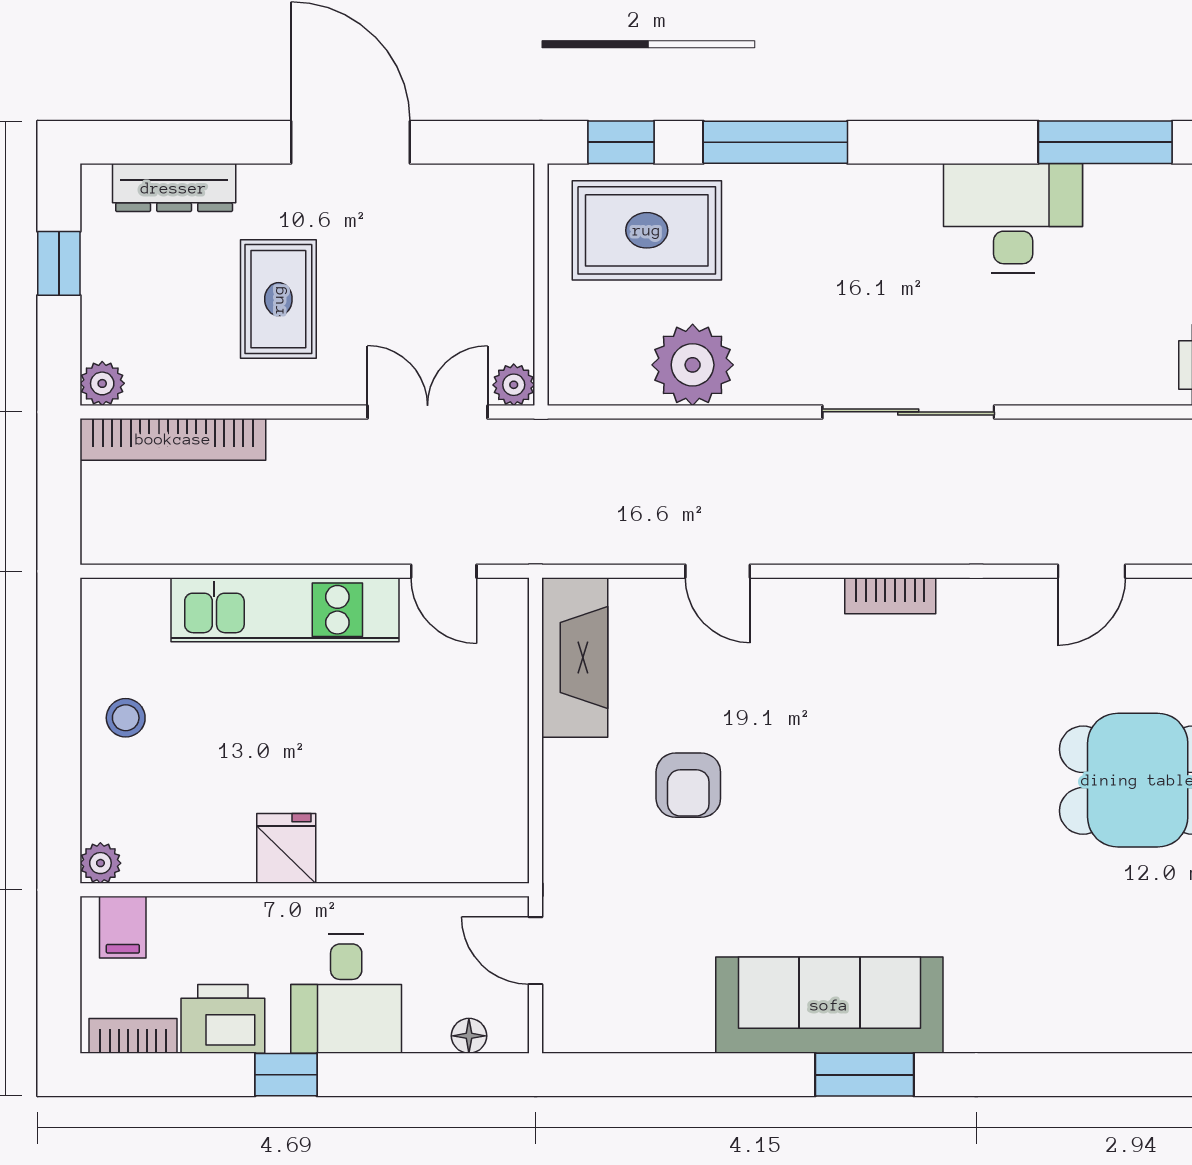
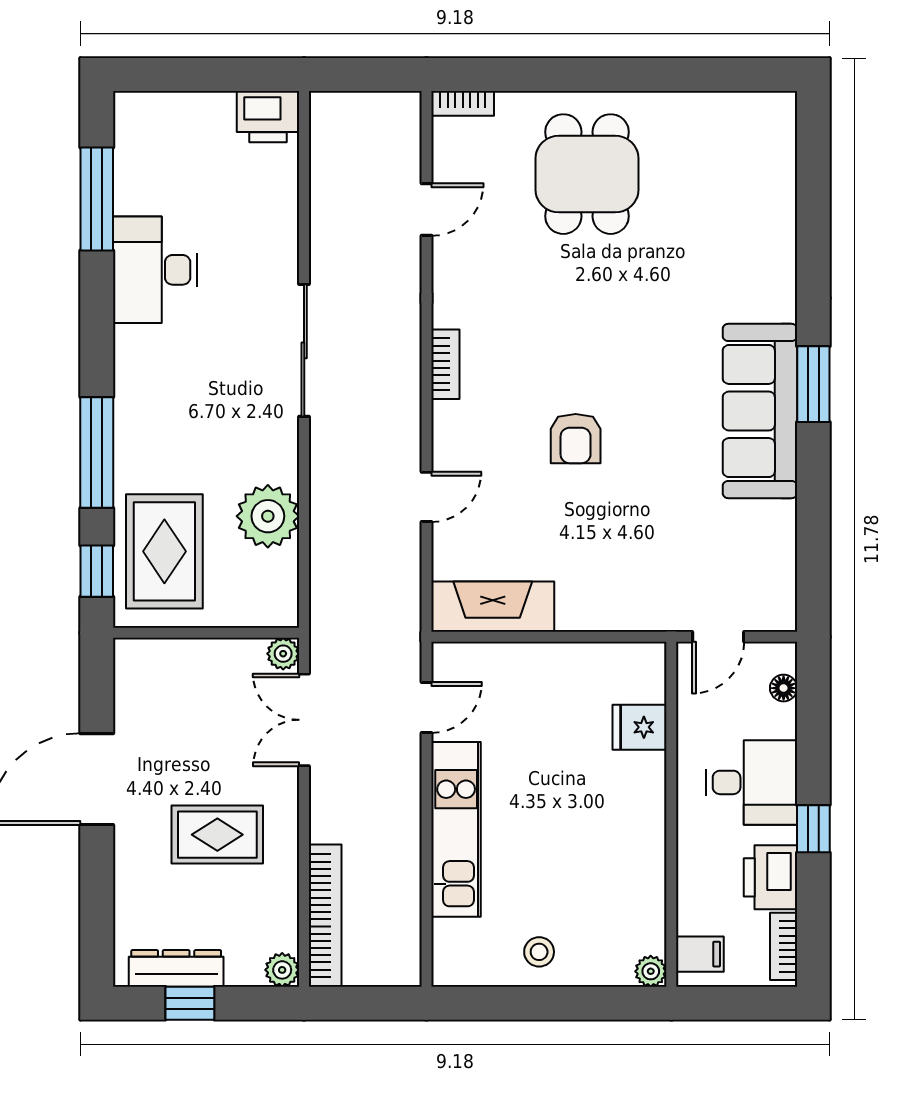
dresser: (174, 188) -> (176, 968), moved, turned -90
door: (1091, 571) -> (426, 210), hinge flipped
armchair: (688, 785) -> (576, 439), moved, turned 90
fridge: (286, 848) -> (640, 727), moved

